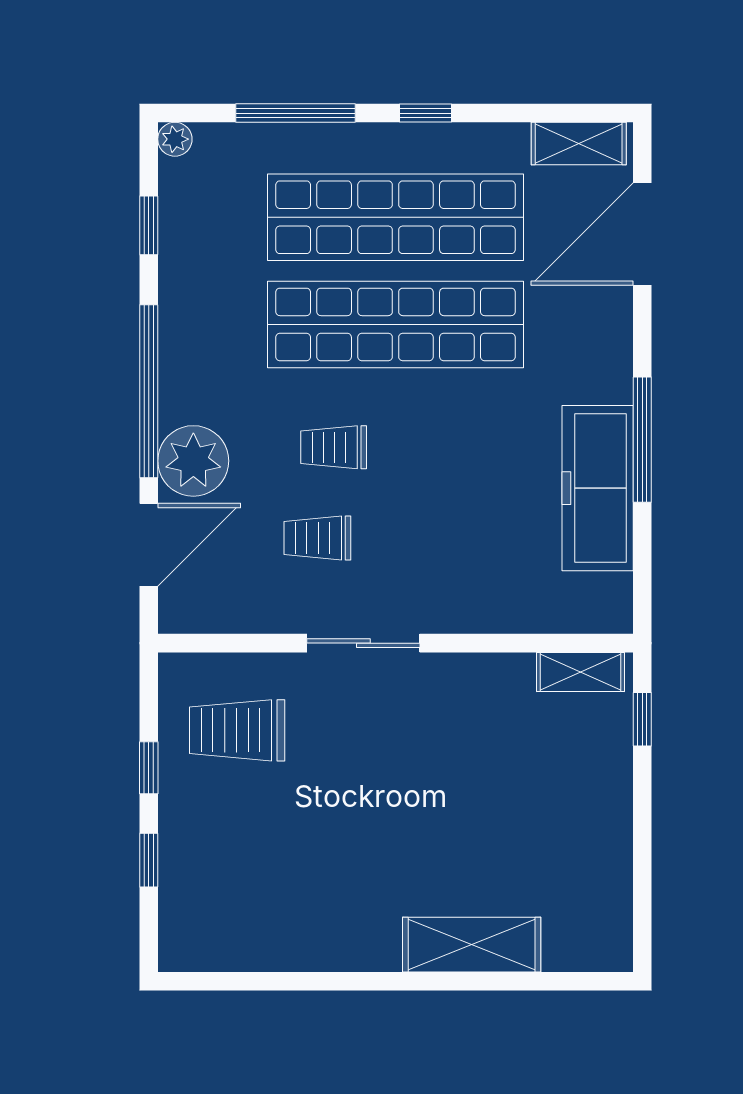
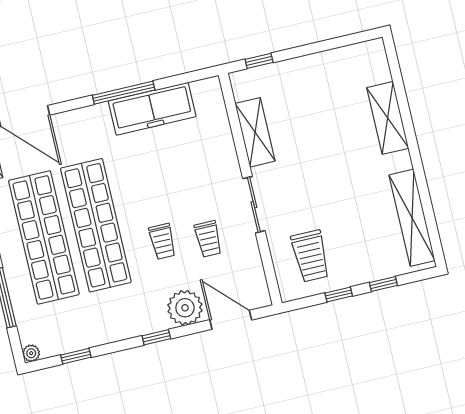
window: (149, 391) -> (156, 337), width x0.32
shelving: (580, 672) -> (255, 132), moved, width x1.50, depth x1.33
shelving: (265, 946) -> (412, 218), added

